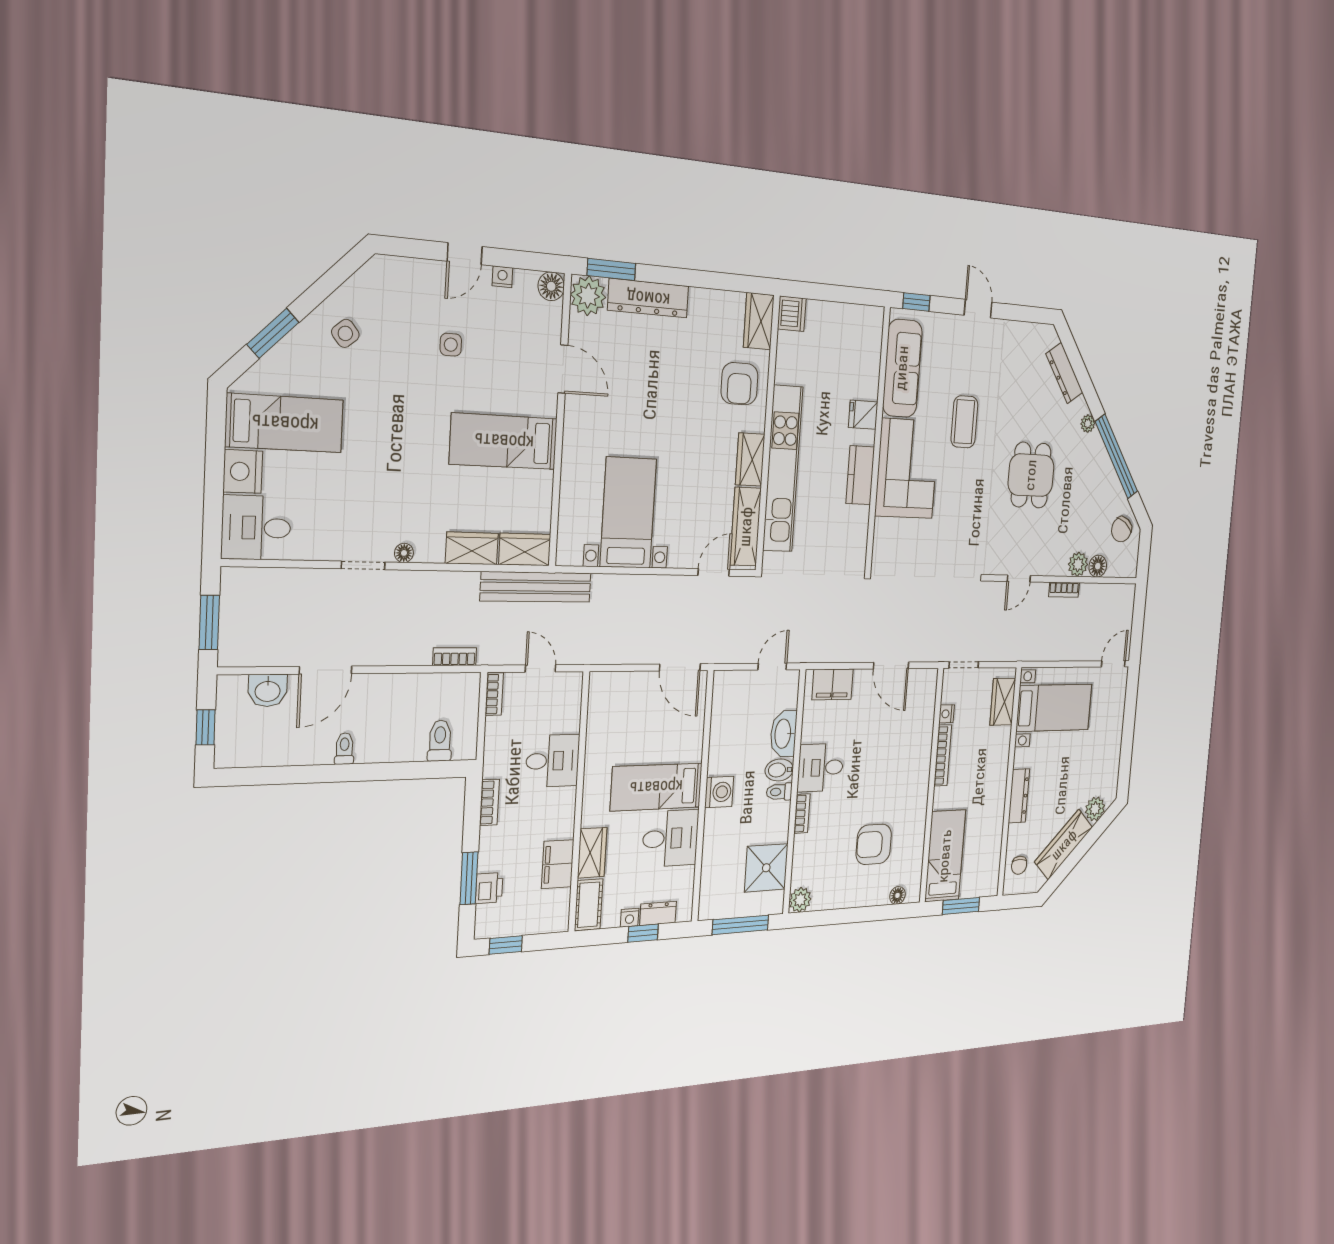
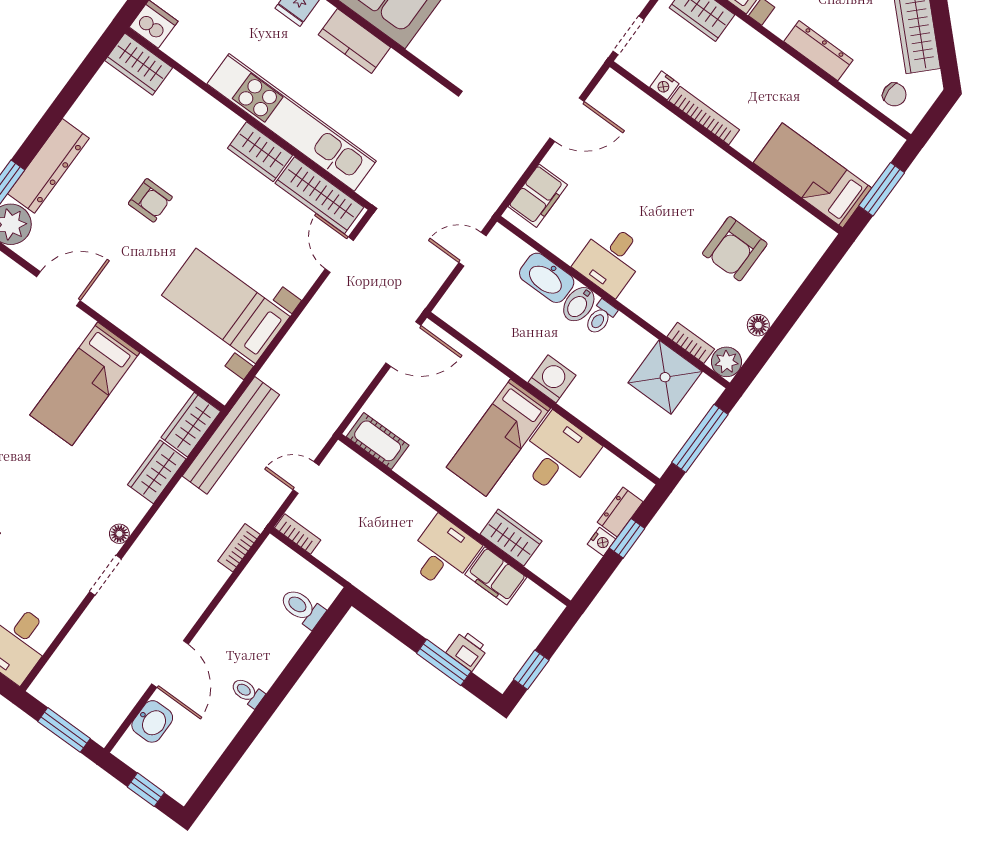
armchair: (739, 384) -> (150, 200), moved, width x0.72, depth x0.72
door: (772, 667) -> (472, 249), hinge flipped
desk: (552, 761) -> (443, 553), moved
bookcase: (489, 802) -> (390, 601), removed
bookcase: (802, 814) -> (691, 343), moved
floor lamp: (897, 895) -> (758, 325), moved
cot: (589, 905) -> (378, 441), moved

